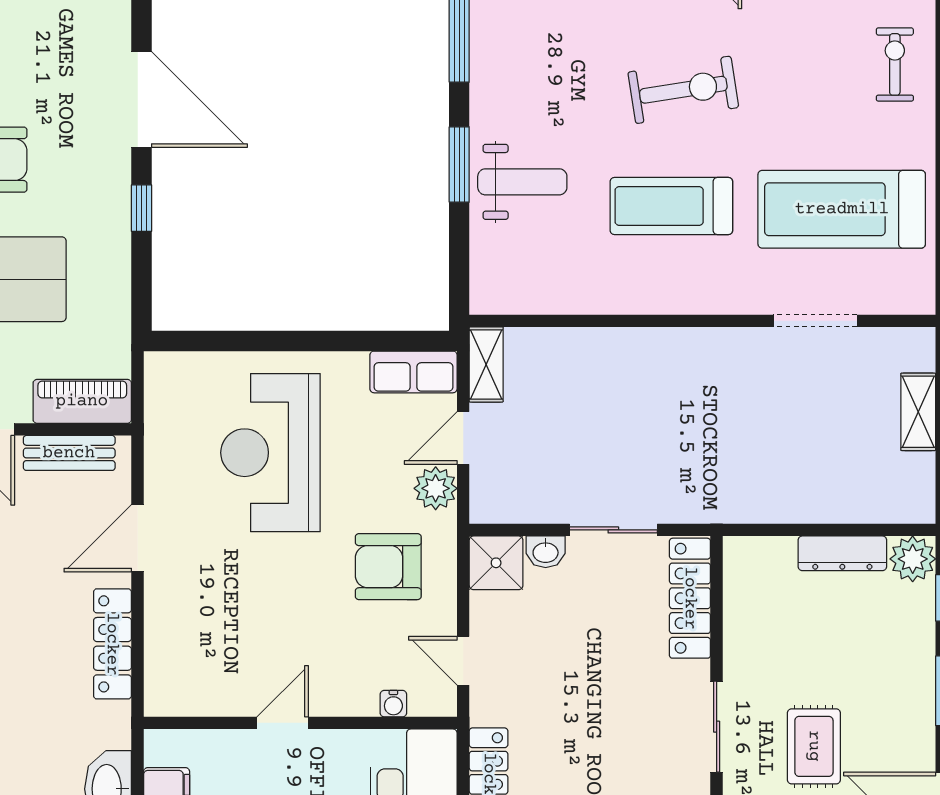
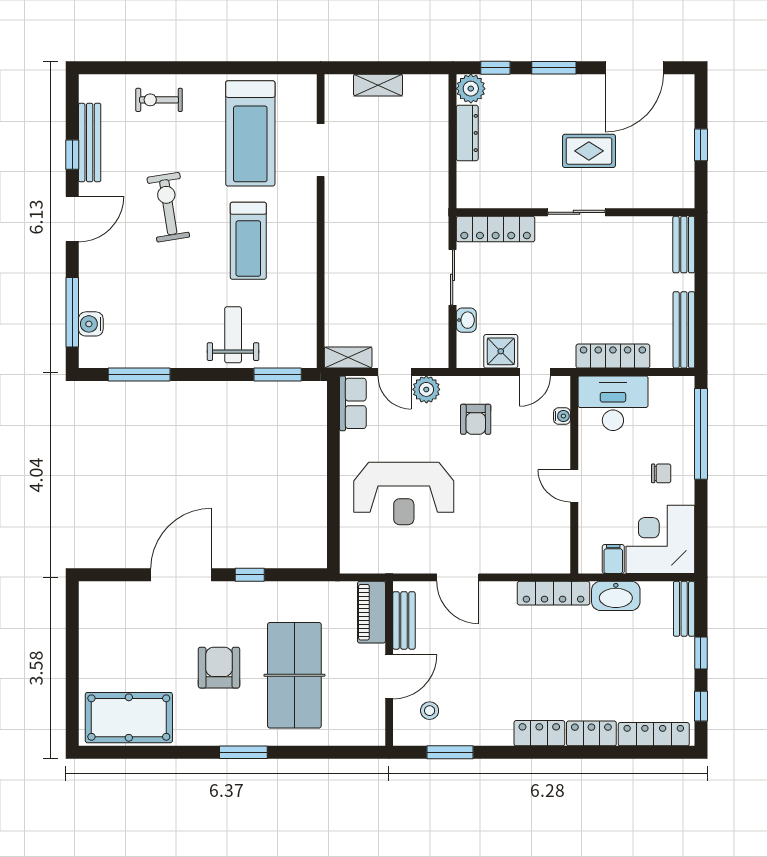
exercise bike: (683, 90) -> (168, 207), moved
window: (459, 165) -> (278, 375), moved
shower: (496, 563) -> (501, 351), moved
armchair: (388, 567) -> (476, 419), width x0.72, depth x0.72
locker: (112, 644) -> (554, 593), moved

